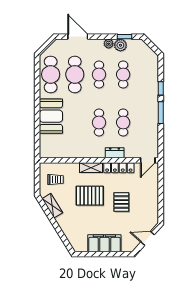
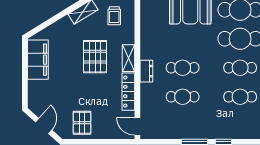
dresser: (115, 153) -> (146, 71), moved
pallet: (121, 202) -> (82, 123), moved, turned 90
filing cabinet: (104, 243) -> (38, 60), moved

